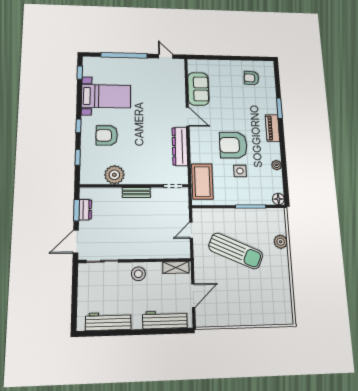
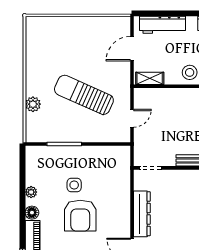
armchair: (233, 145) -> (80, 216), turned 90
coffee table: (202, 182) -> (118, 173), removed
floor lamp: (278, 199) -> (32, 213), moved

